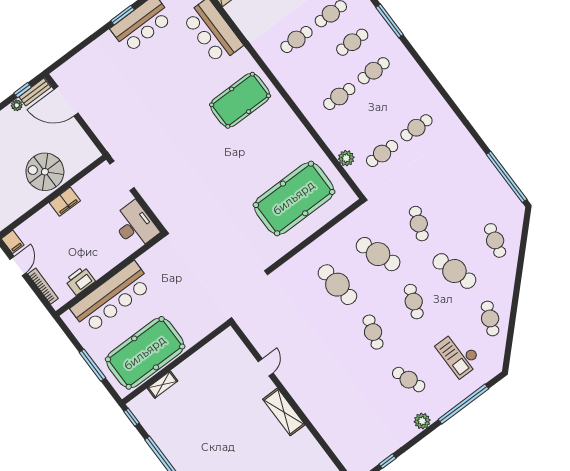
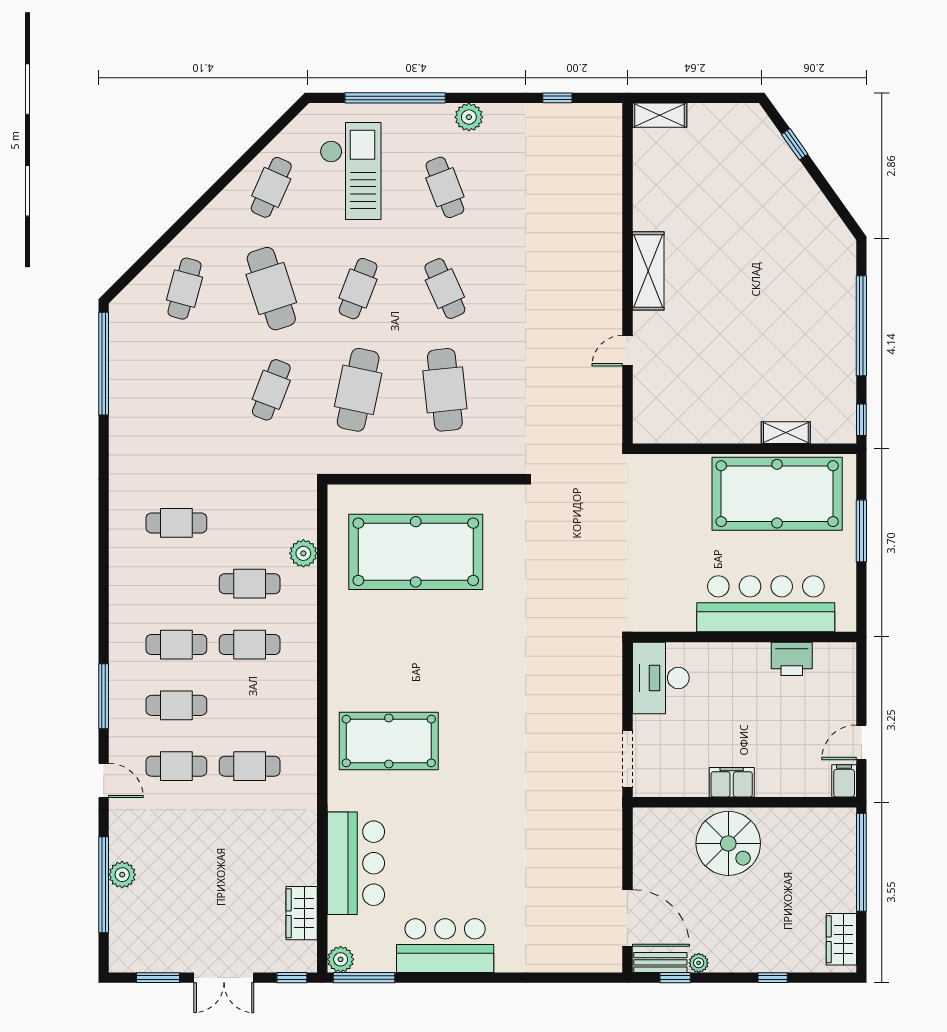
window: (122, 15) -> (462, 978), removed
cafe table: (382, 154) -> (250, 584), moved
cafe table: (378, 254) -> (358, 390), turned 33
bookcase: (43, 286) -> (848, 689), removed
cafe table: (373, 332) -> (445, 289), turned -42
checkout: (459, 354) -> (350, 171), width x1.36, depth x1.21

